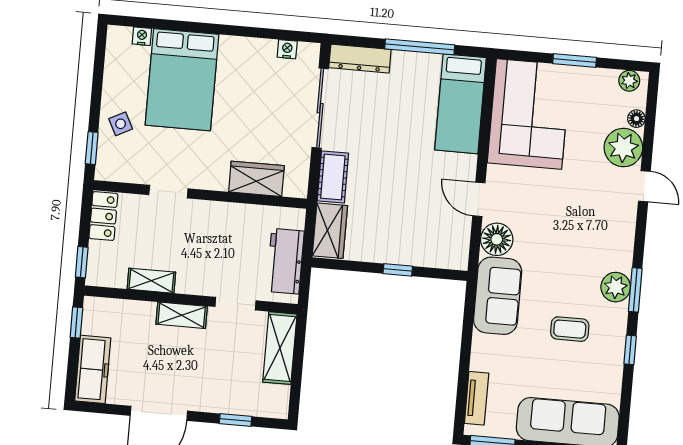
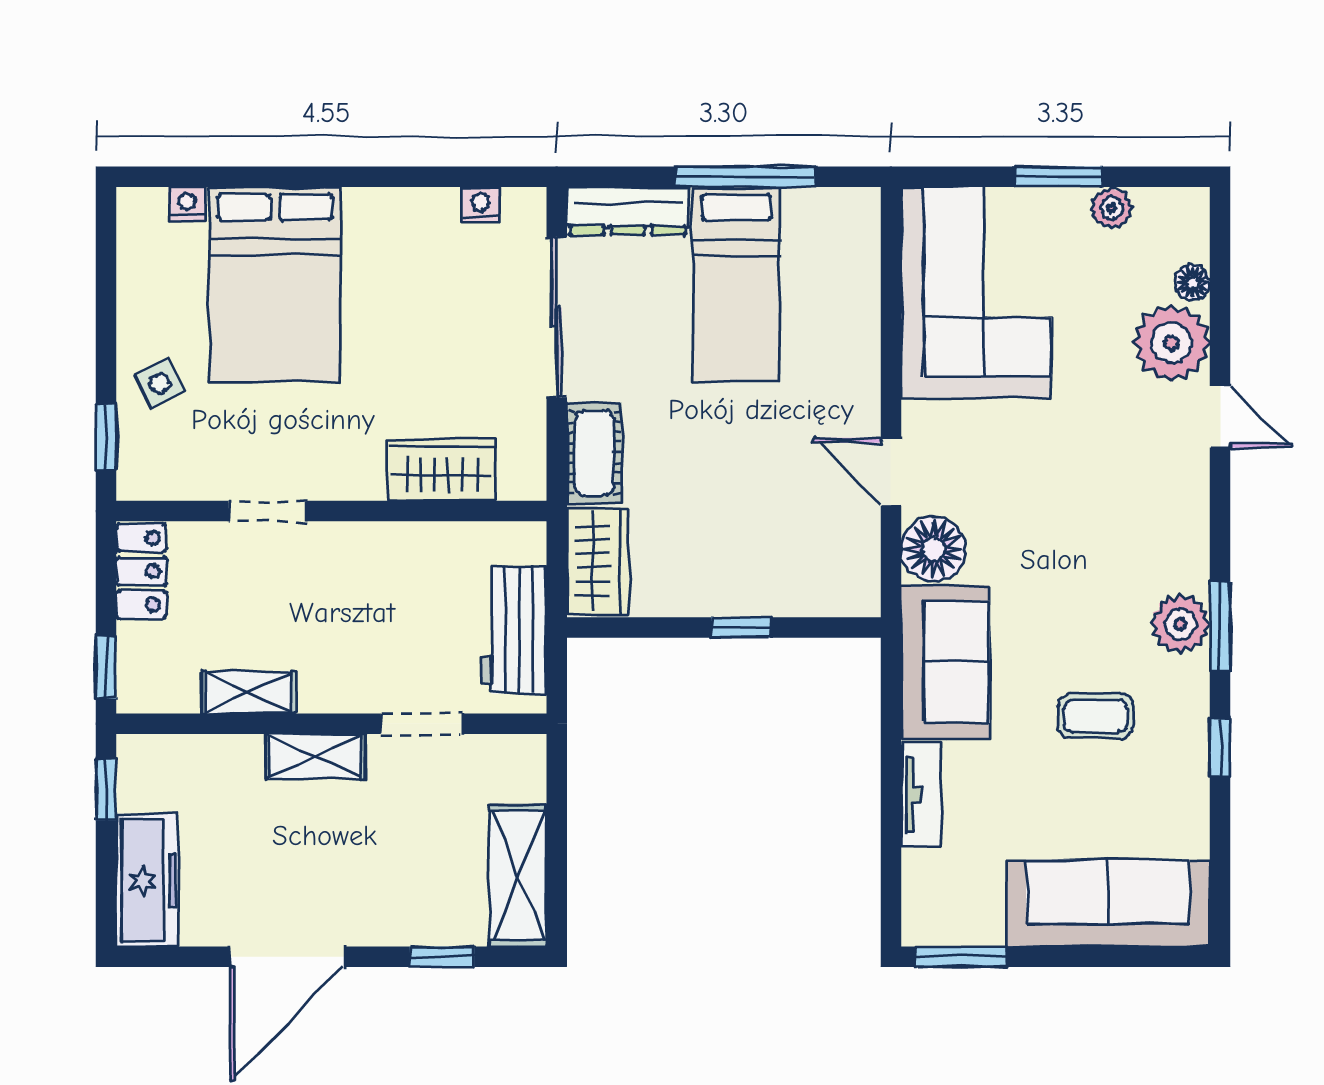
plant: (629, 81) -> (1112, 208), moved
bed: (460, 104) -> (736, 284), moved
shelving: (280, 348) -> (518, 876), moved
tv unit: (477, 398) -> (921, 795), moved

